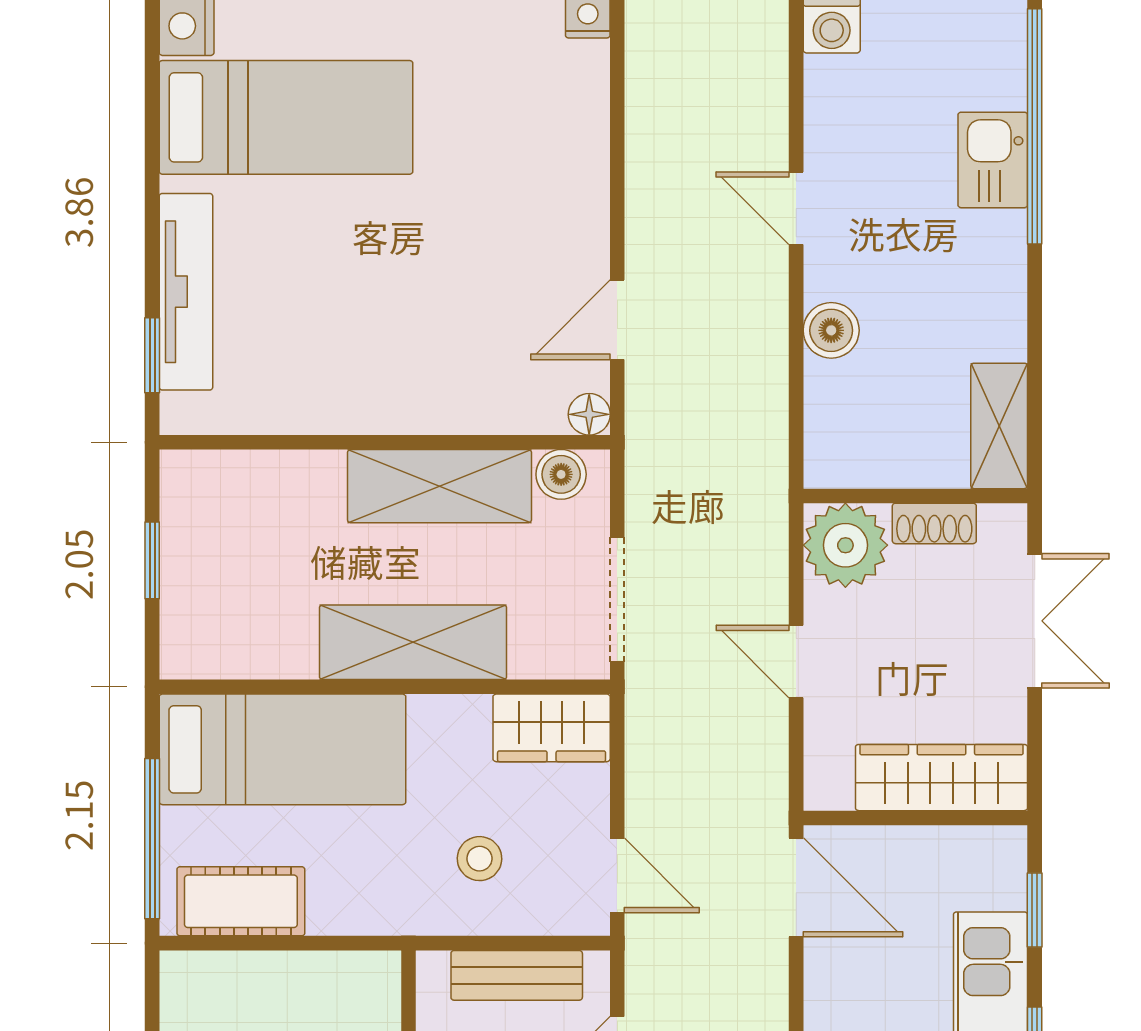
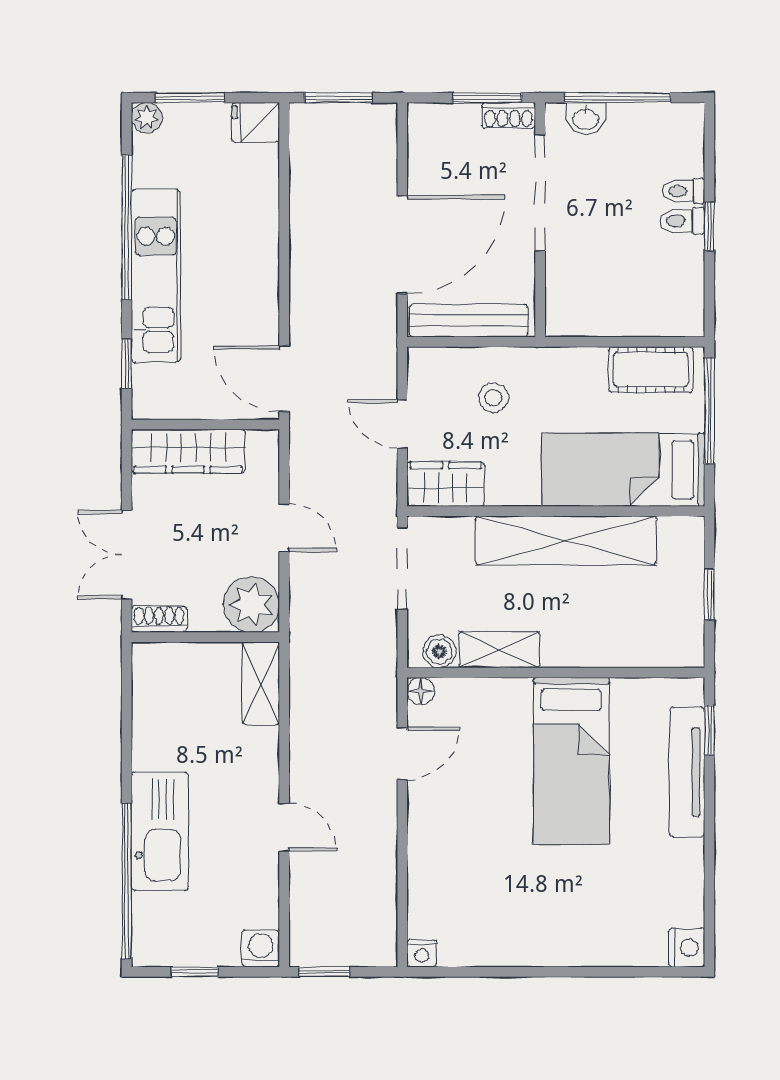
bed: (286, 117) -> (571, 761), moved, turned -90
kitchen sink: (993, 160) -> (160, 831), width x1.88, depth x1.24
boiler: (831, 330) -> (261, 746), removed
shelving: (999, 426) -> (261, 683), moved
shelving: (439, 486) -> (499, 650), width x0.67, depth x0.75
shoe rack: (934, 523) -> (159, 619), moved
shelving: (413, 642) -> (566, 541), width x1.47
door: (617, 875) -> (402, 424), moved
bench: (517, 975) -> (469, 321), width x1.36

